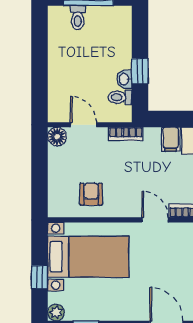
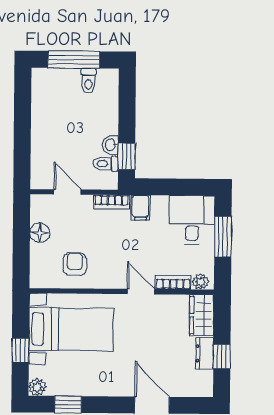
toilet: (78, 18) -> (88, 81), moved
window: (140, 71) -> (127, 156), moved
floor lamp: (57, 137) -> (40, 233), moved
filing cabinet: (171, 139) -> (140, 208), moved

